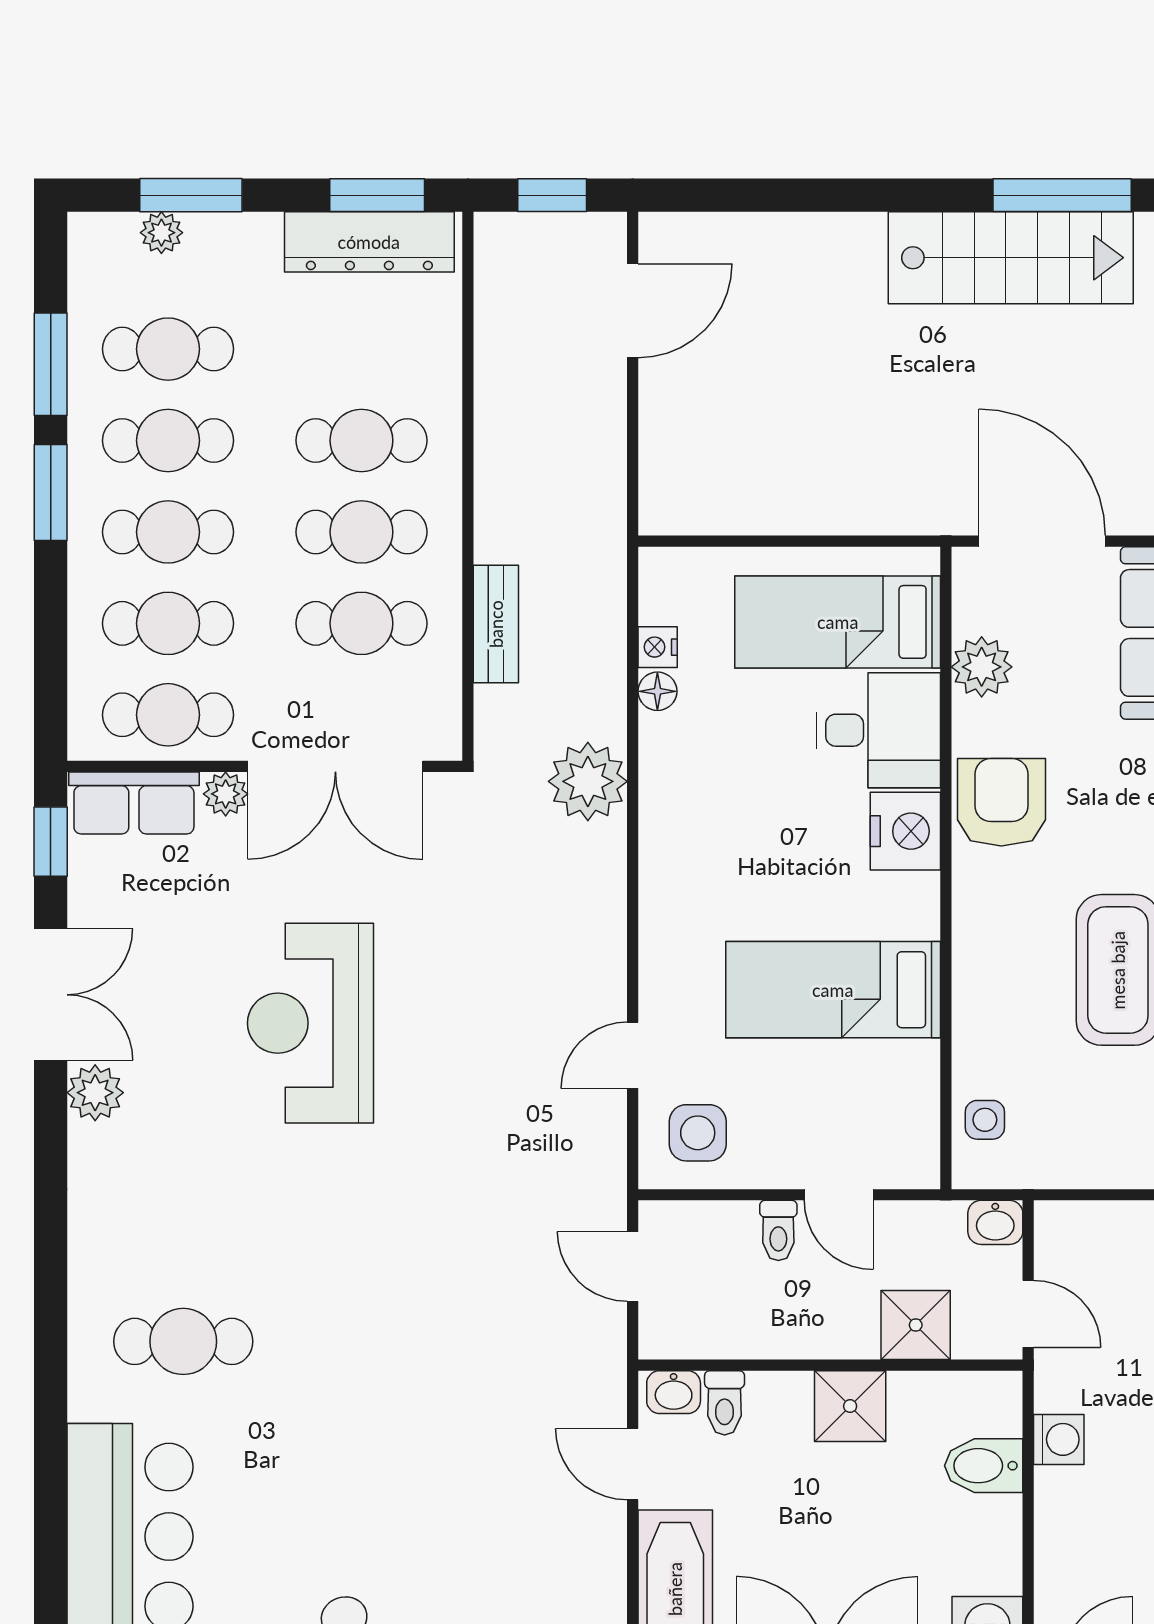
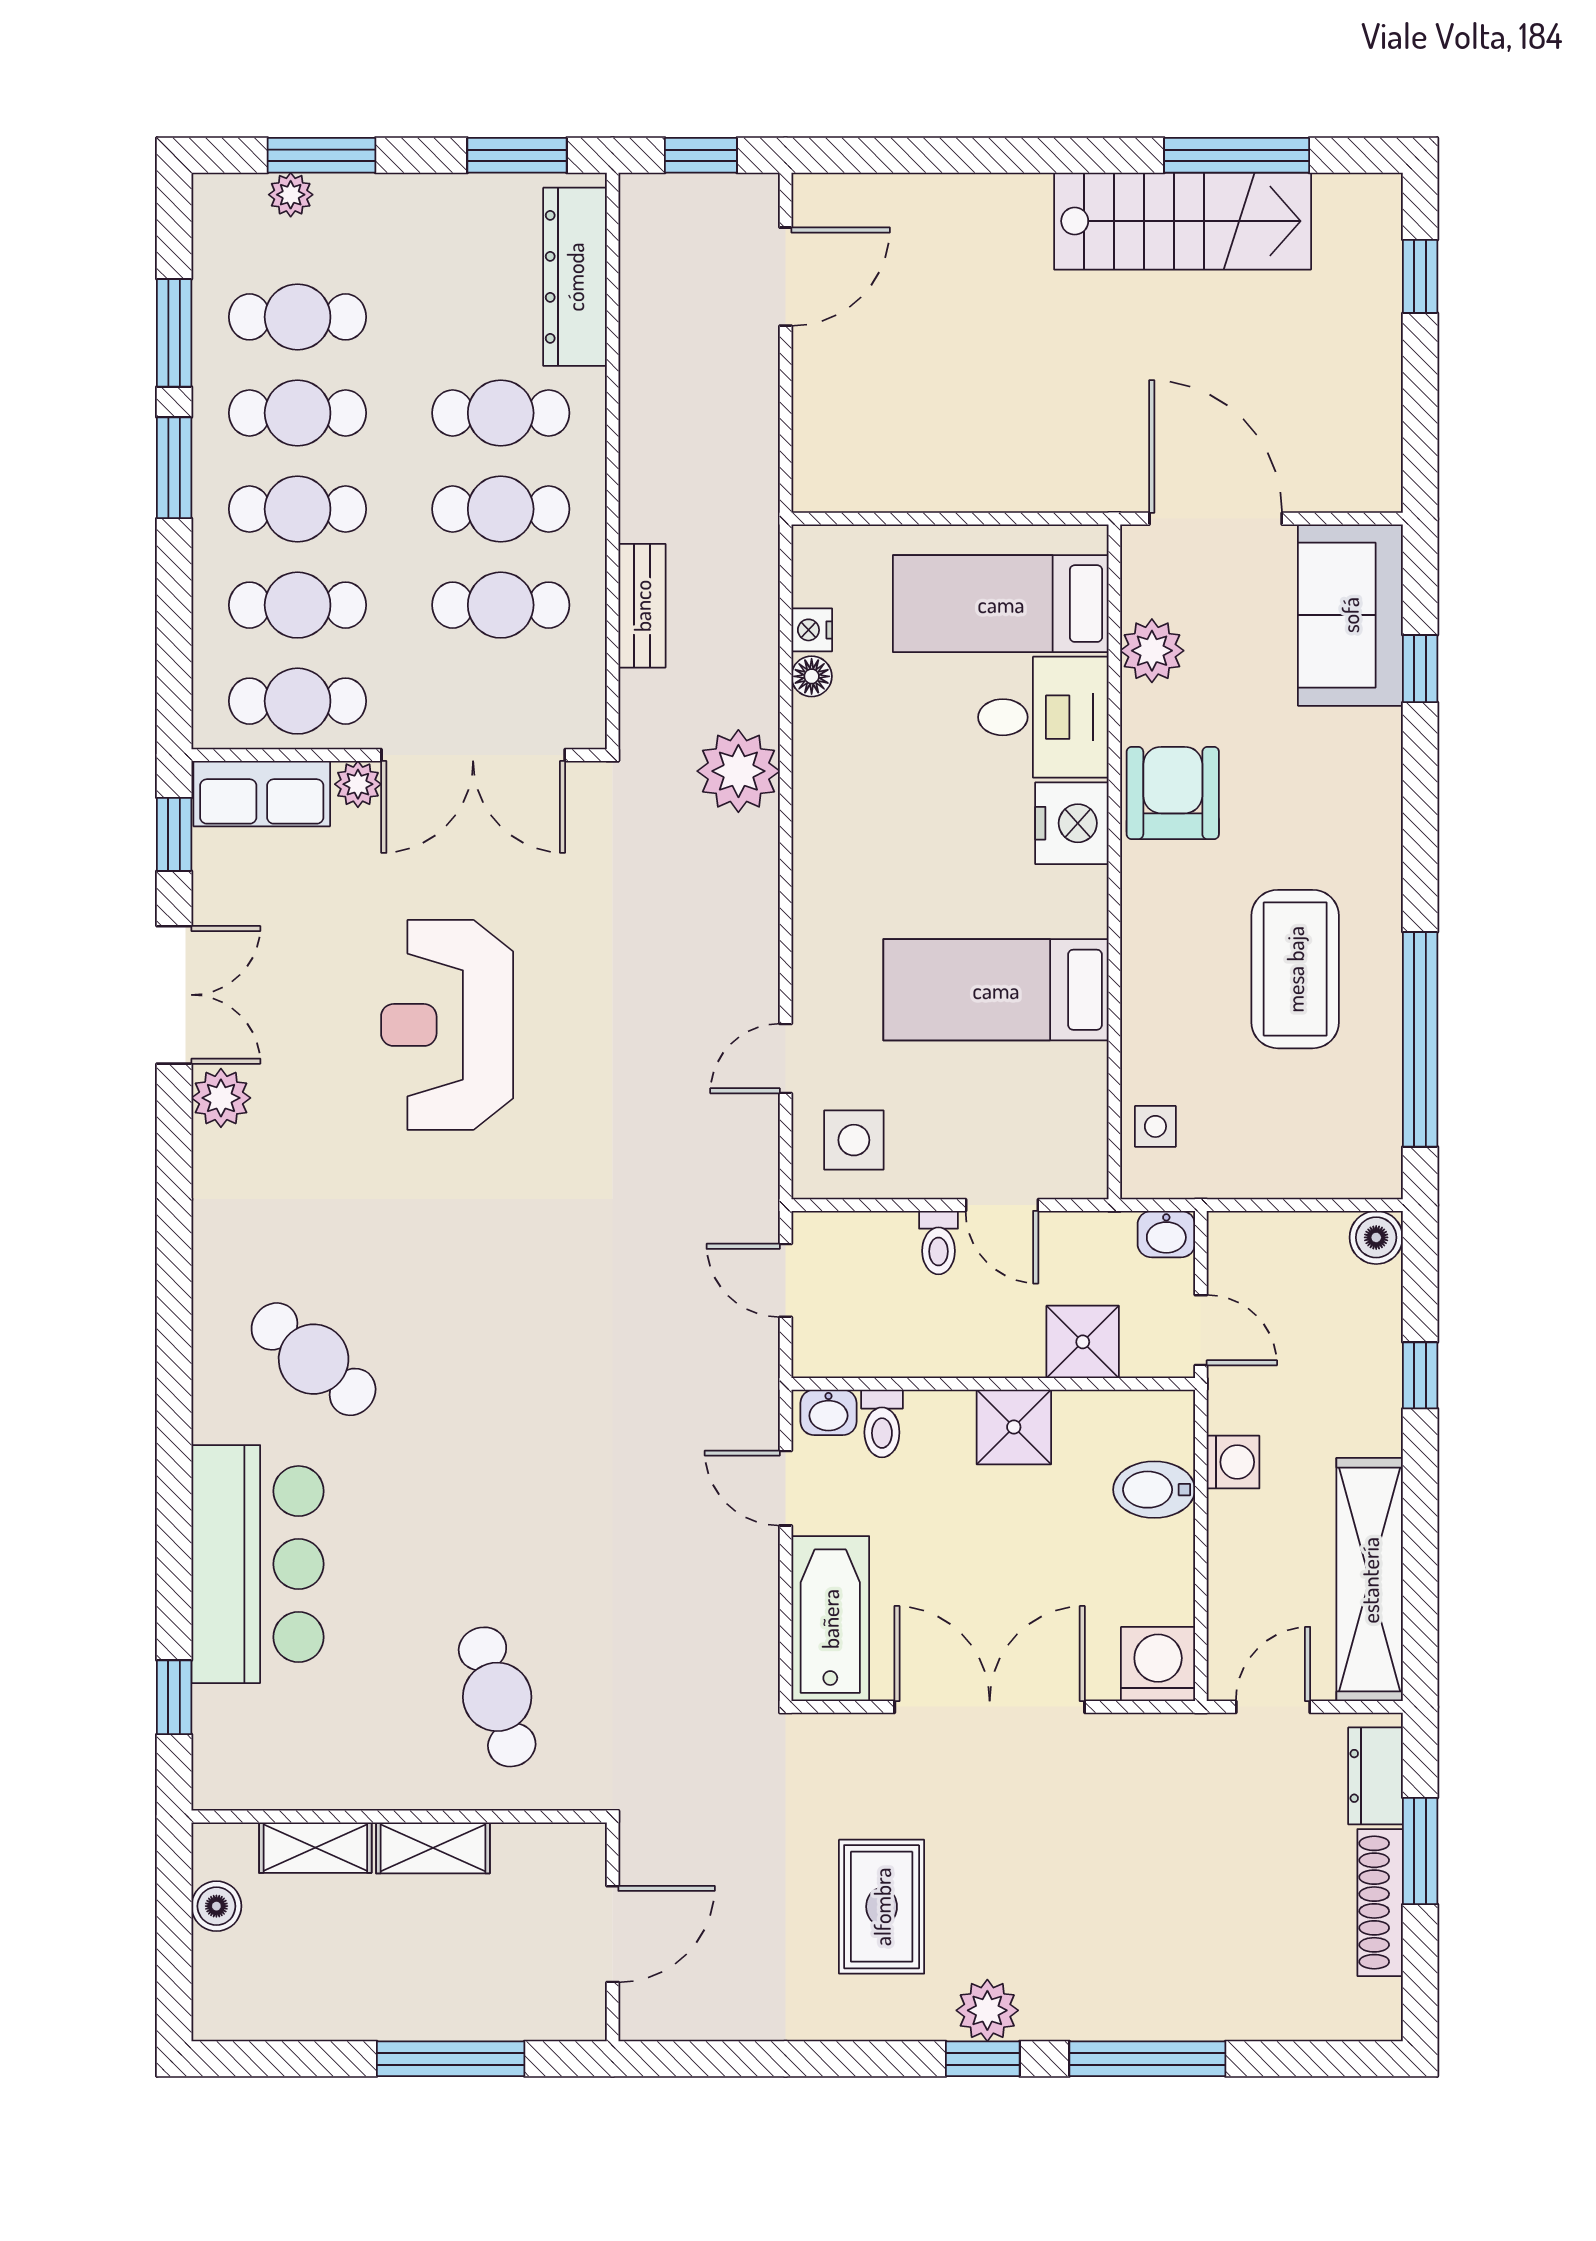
dresser: (369, 242) -> (575, 277), moved, turned 90
cafe table: (183, 1341) -> (314, 1359), turned 40

